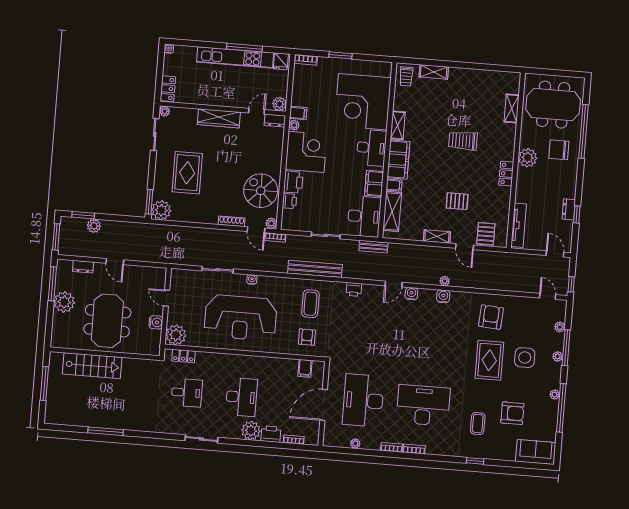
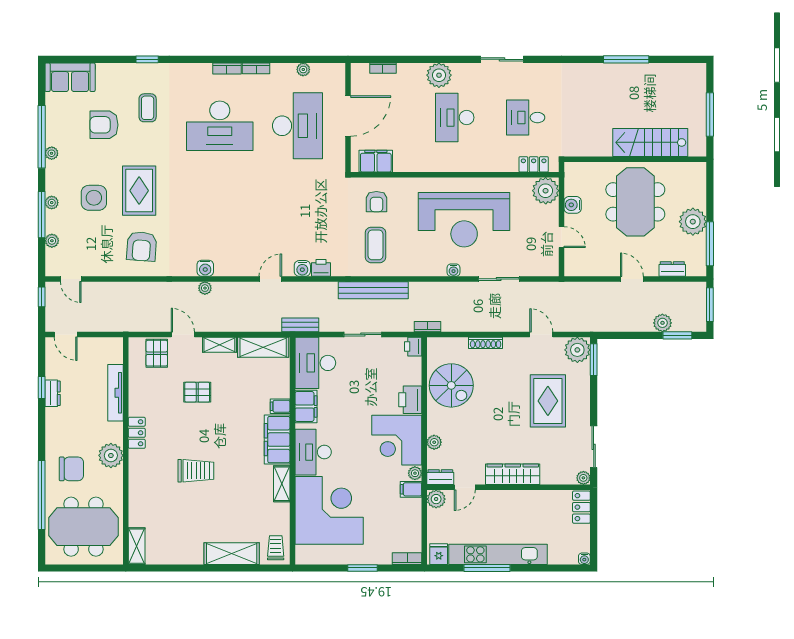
shelving: (434, 72) -> (232, 554), width x1.50, depth x1.33
shelving: (512, 108) -> (137, 546), moved
printer: (289, 201) -> (413, 347), moved
shelving: (392, 211) -> (263, 347), moved, turned 90
plant: (271, 223) -> (434, 442), moved
tv unit: (519, 225) -> (115, 393), moved
door: (256, 230) -> (541, 334), moved
water cooler: (411, 294) -> (302, 268), moved
reception desk: (241, 318) -> (464, 220), turned 180
filing cabinet: (305, 368) -> (376, 161), width x2.00
printer: (271, 434) -> (413, 73), removed

